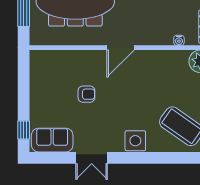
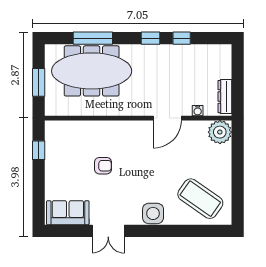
door: (121, 48) -> (167, 118), moved
window: (24, 130) -> (39, 150), moved

